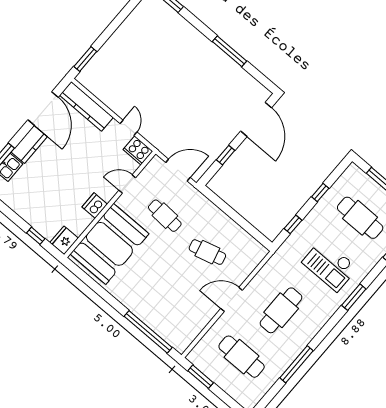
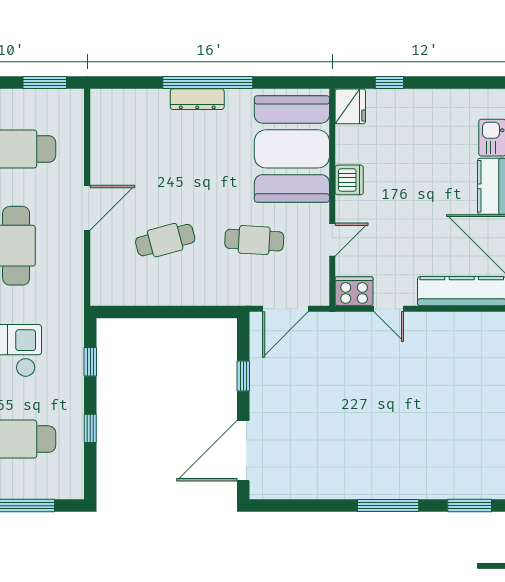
window: (230, 51) -> (388, 506), moved
door: (256, 119) -> (243, 451), hinge flipped
dresser: (134, 306) -> (197, 99), added
window: (148, 332) -> (208, 83), moved

